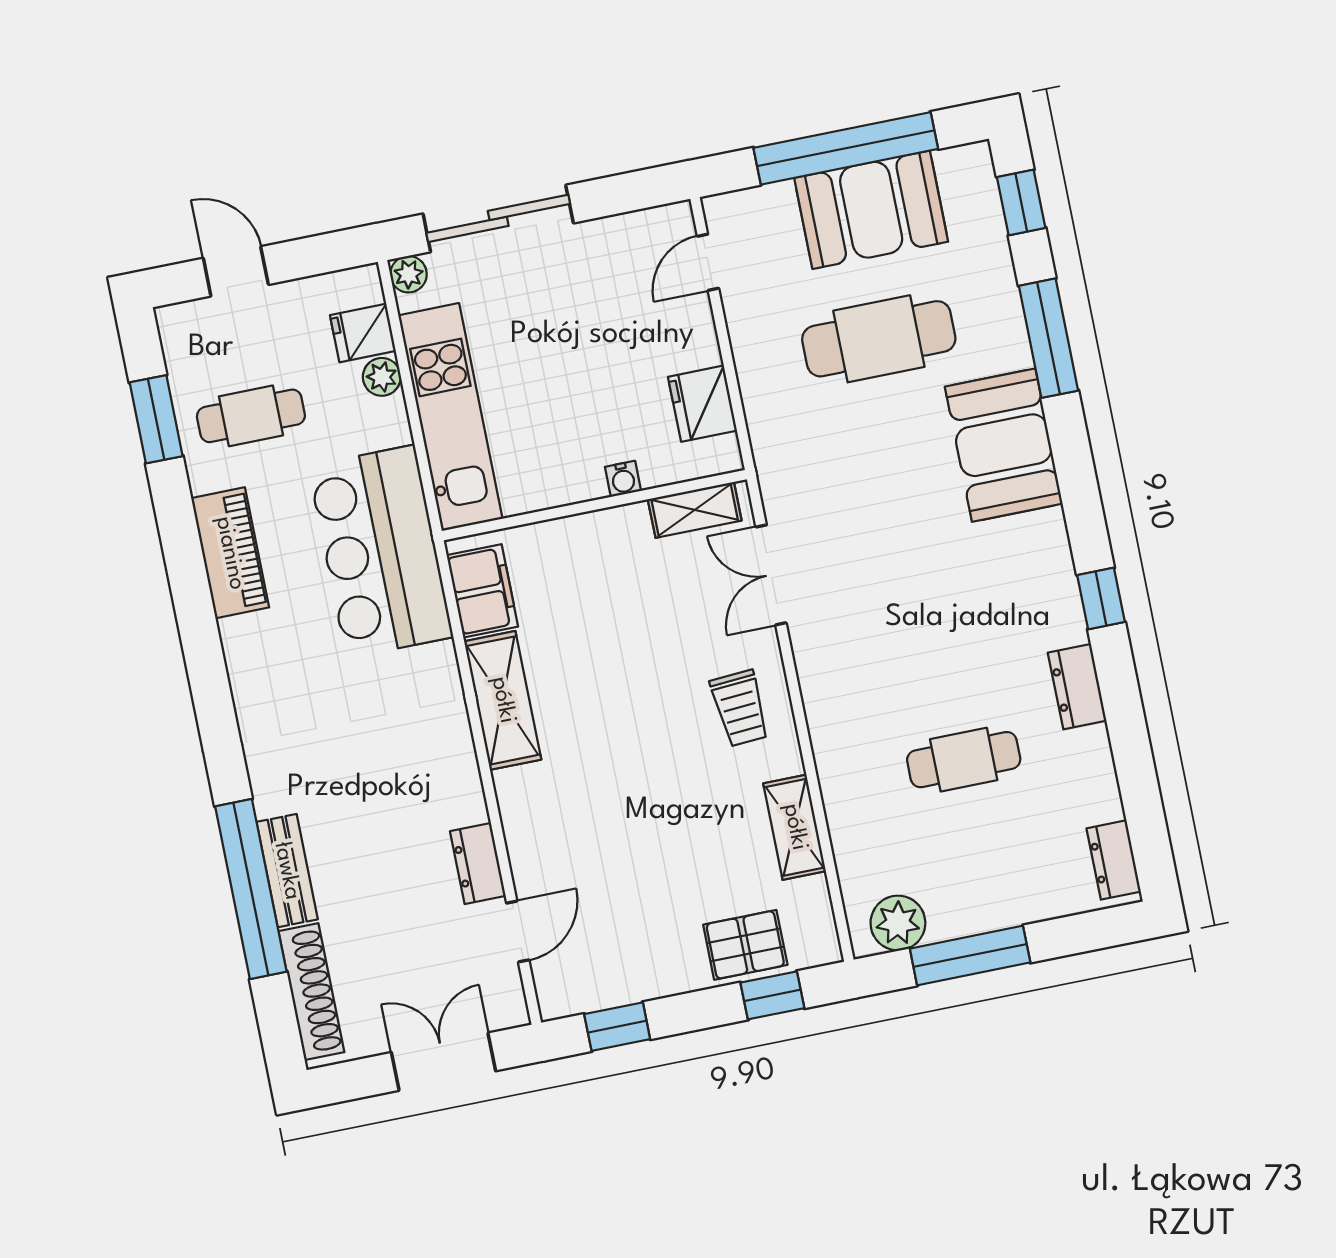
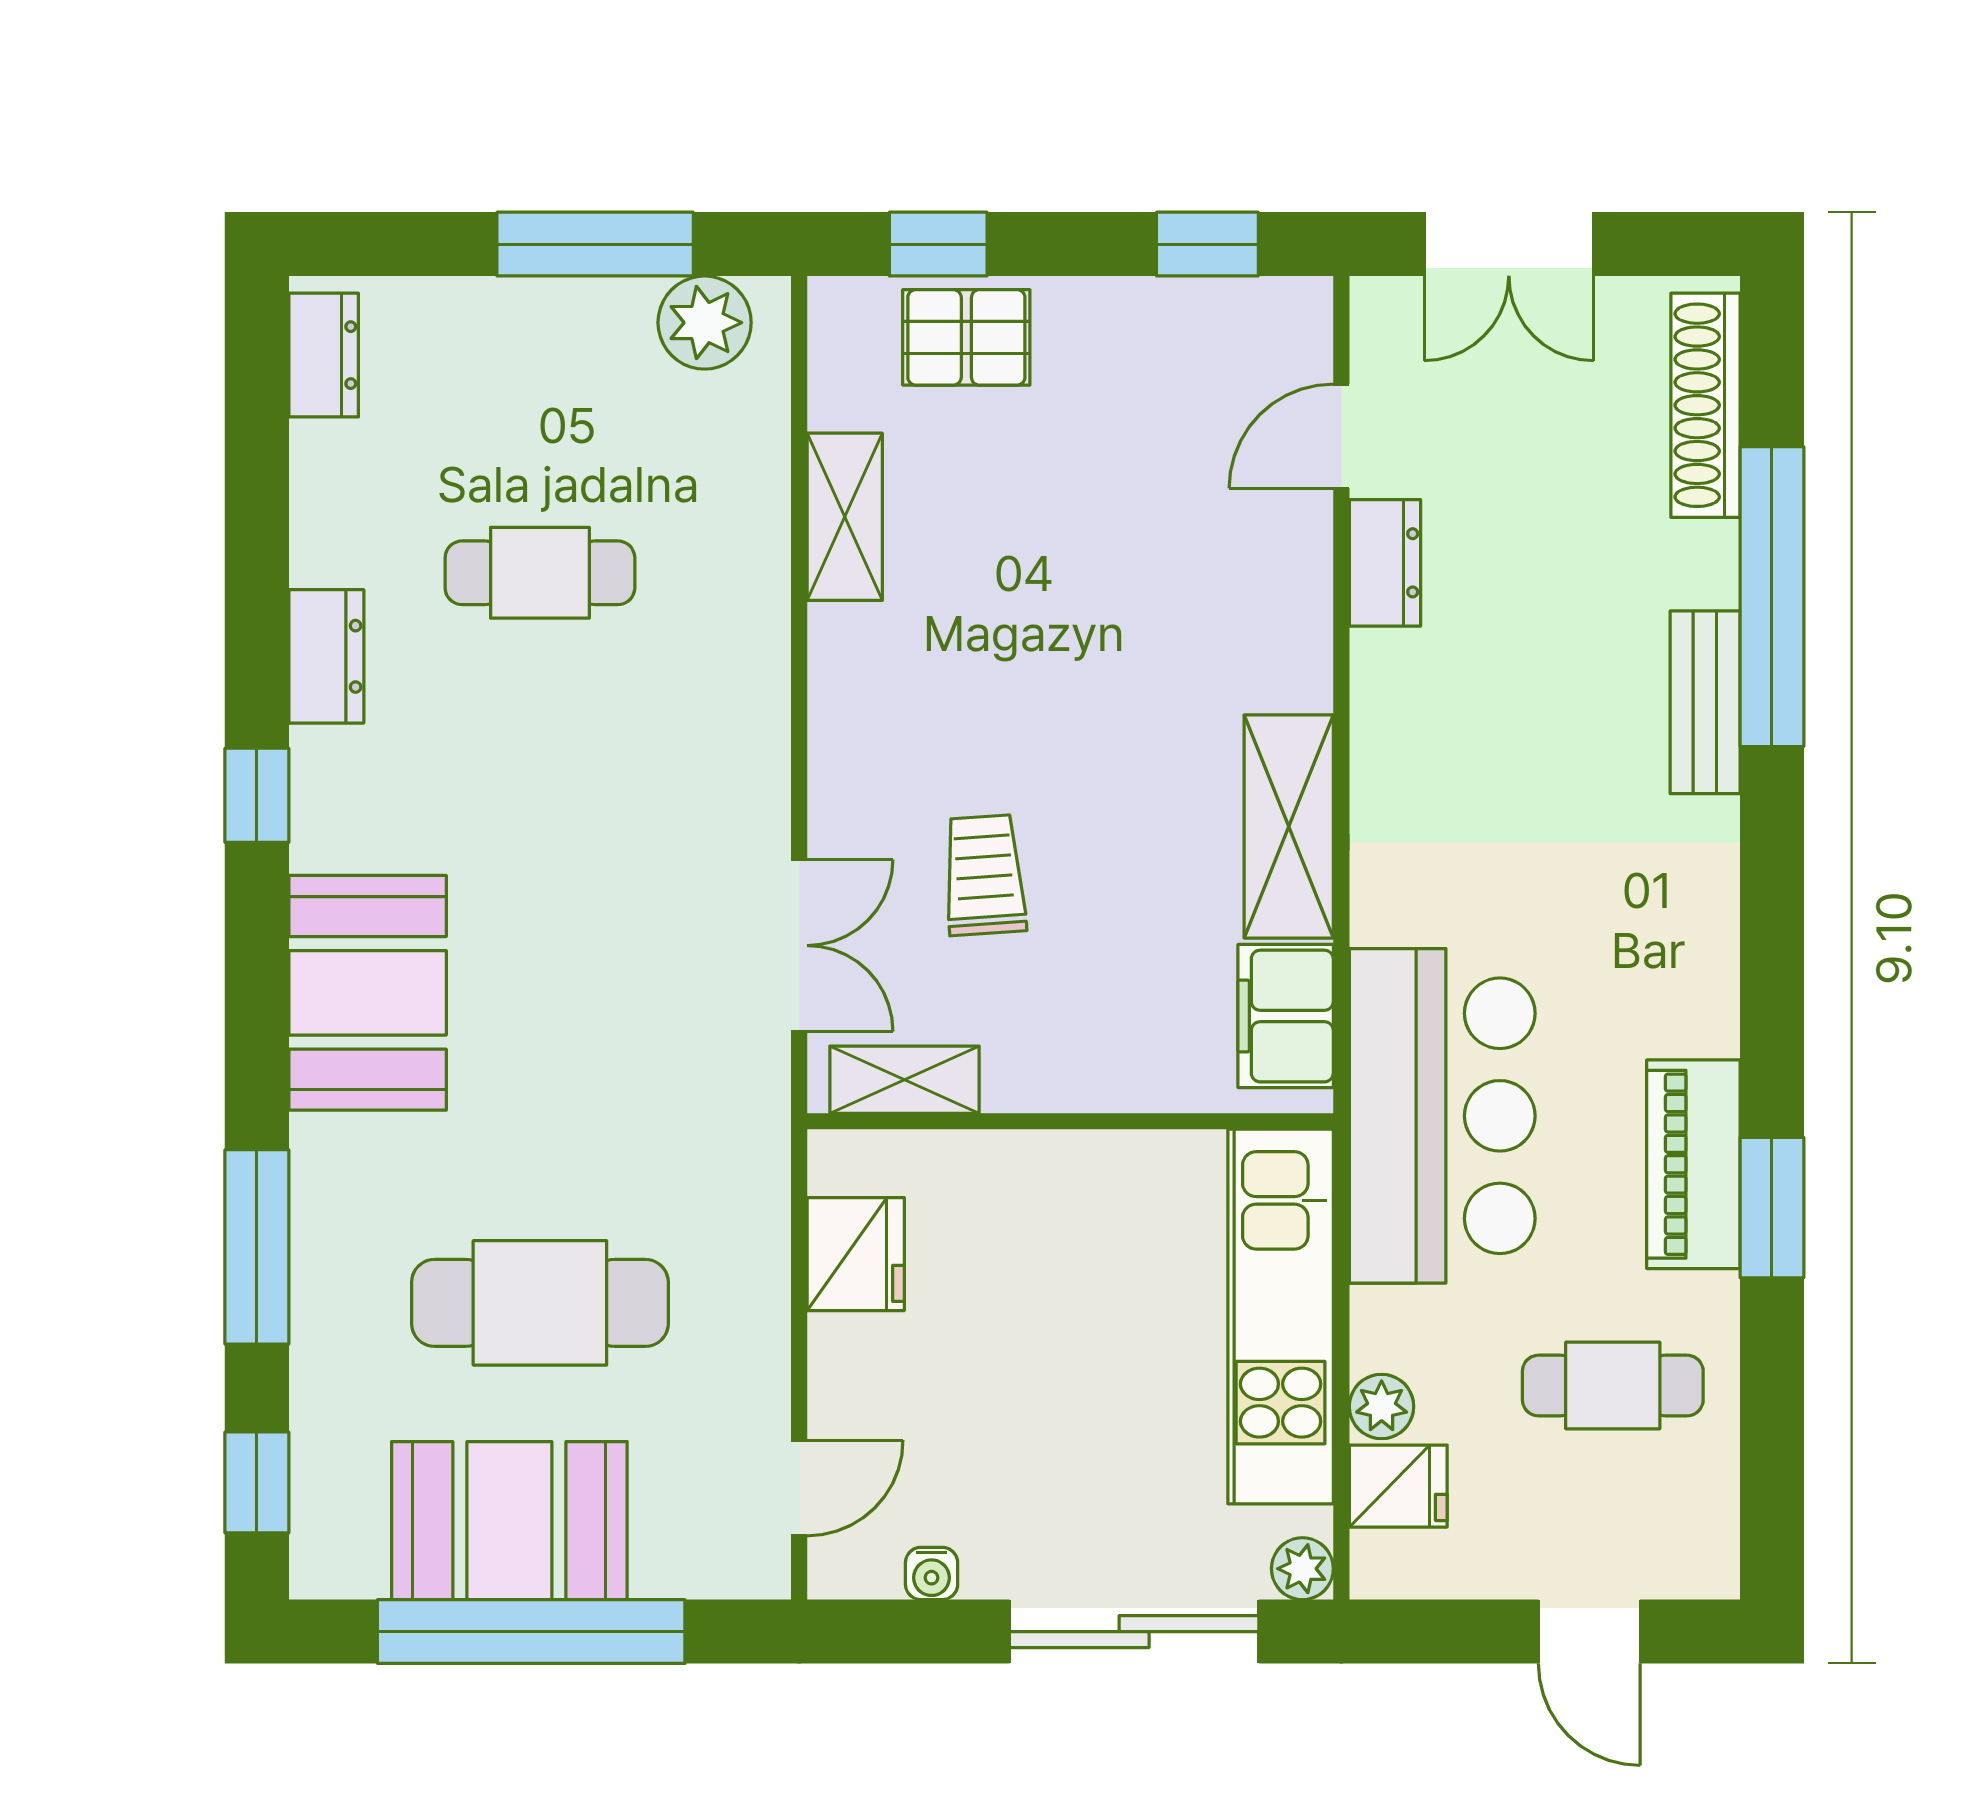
window: (156, 419) -> (1772, 1208), moved
booth: (1004, 445) -> (368, 993), moved
water cooler: (623, 479) -> (932, 1573), moved, turned 180
trolley: (740, 708) -> (984, 875), moved
bench: (287, 871) -> (1705, 702), moved

